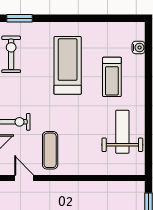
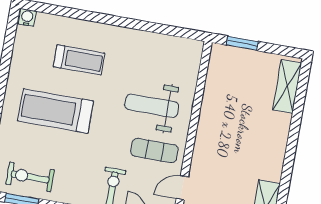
water cooler: (139, 47) -> (27, 17), moved
weight bench: (122, 132) -> (152, 106), moved

